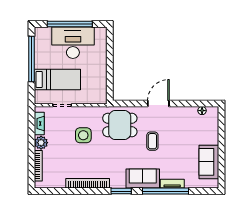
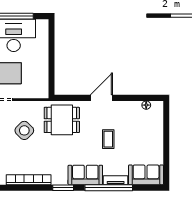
side table: (83, 135) -> (24, 130), turned 45
coffee table: (152, 141) -> (108, 139), moved
sofa: (209, 162) -> (146, 175), moved, turned 90

